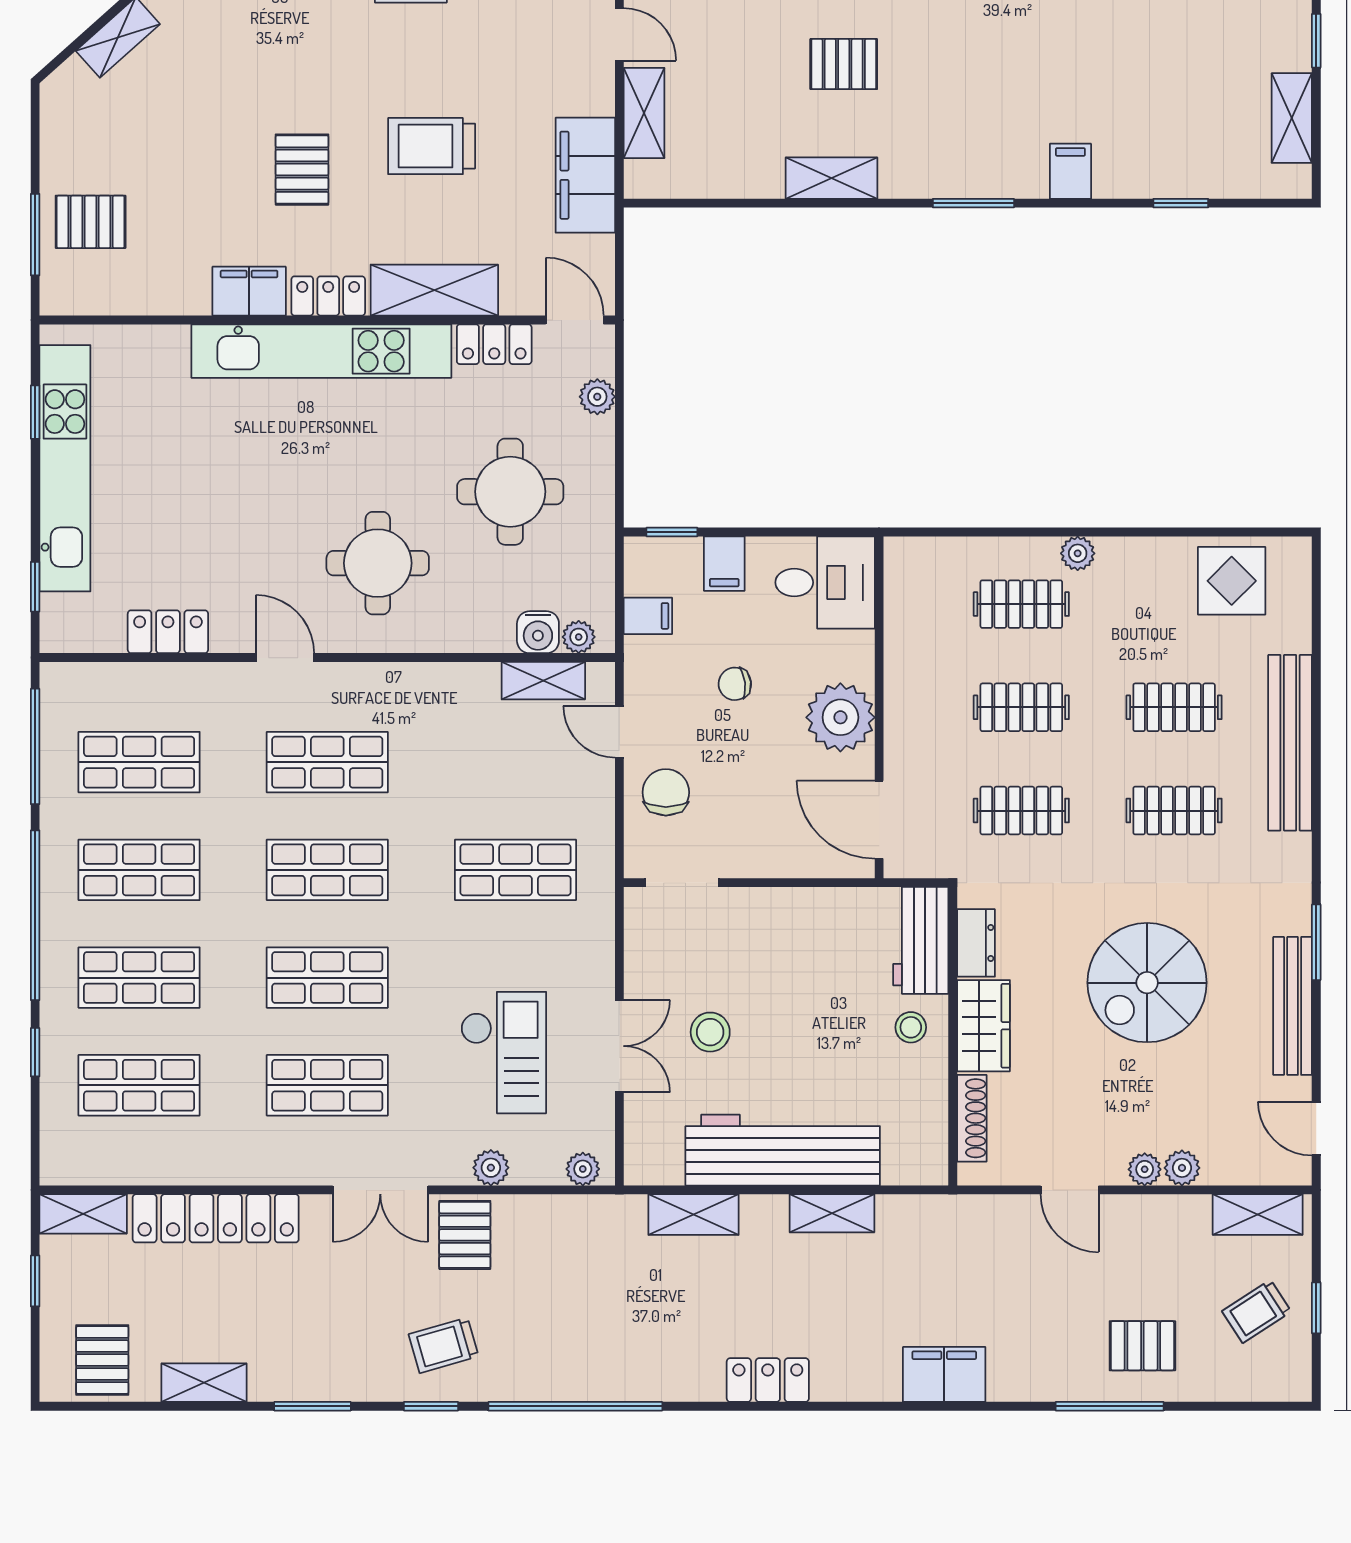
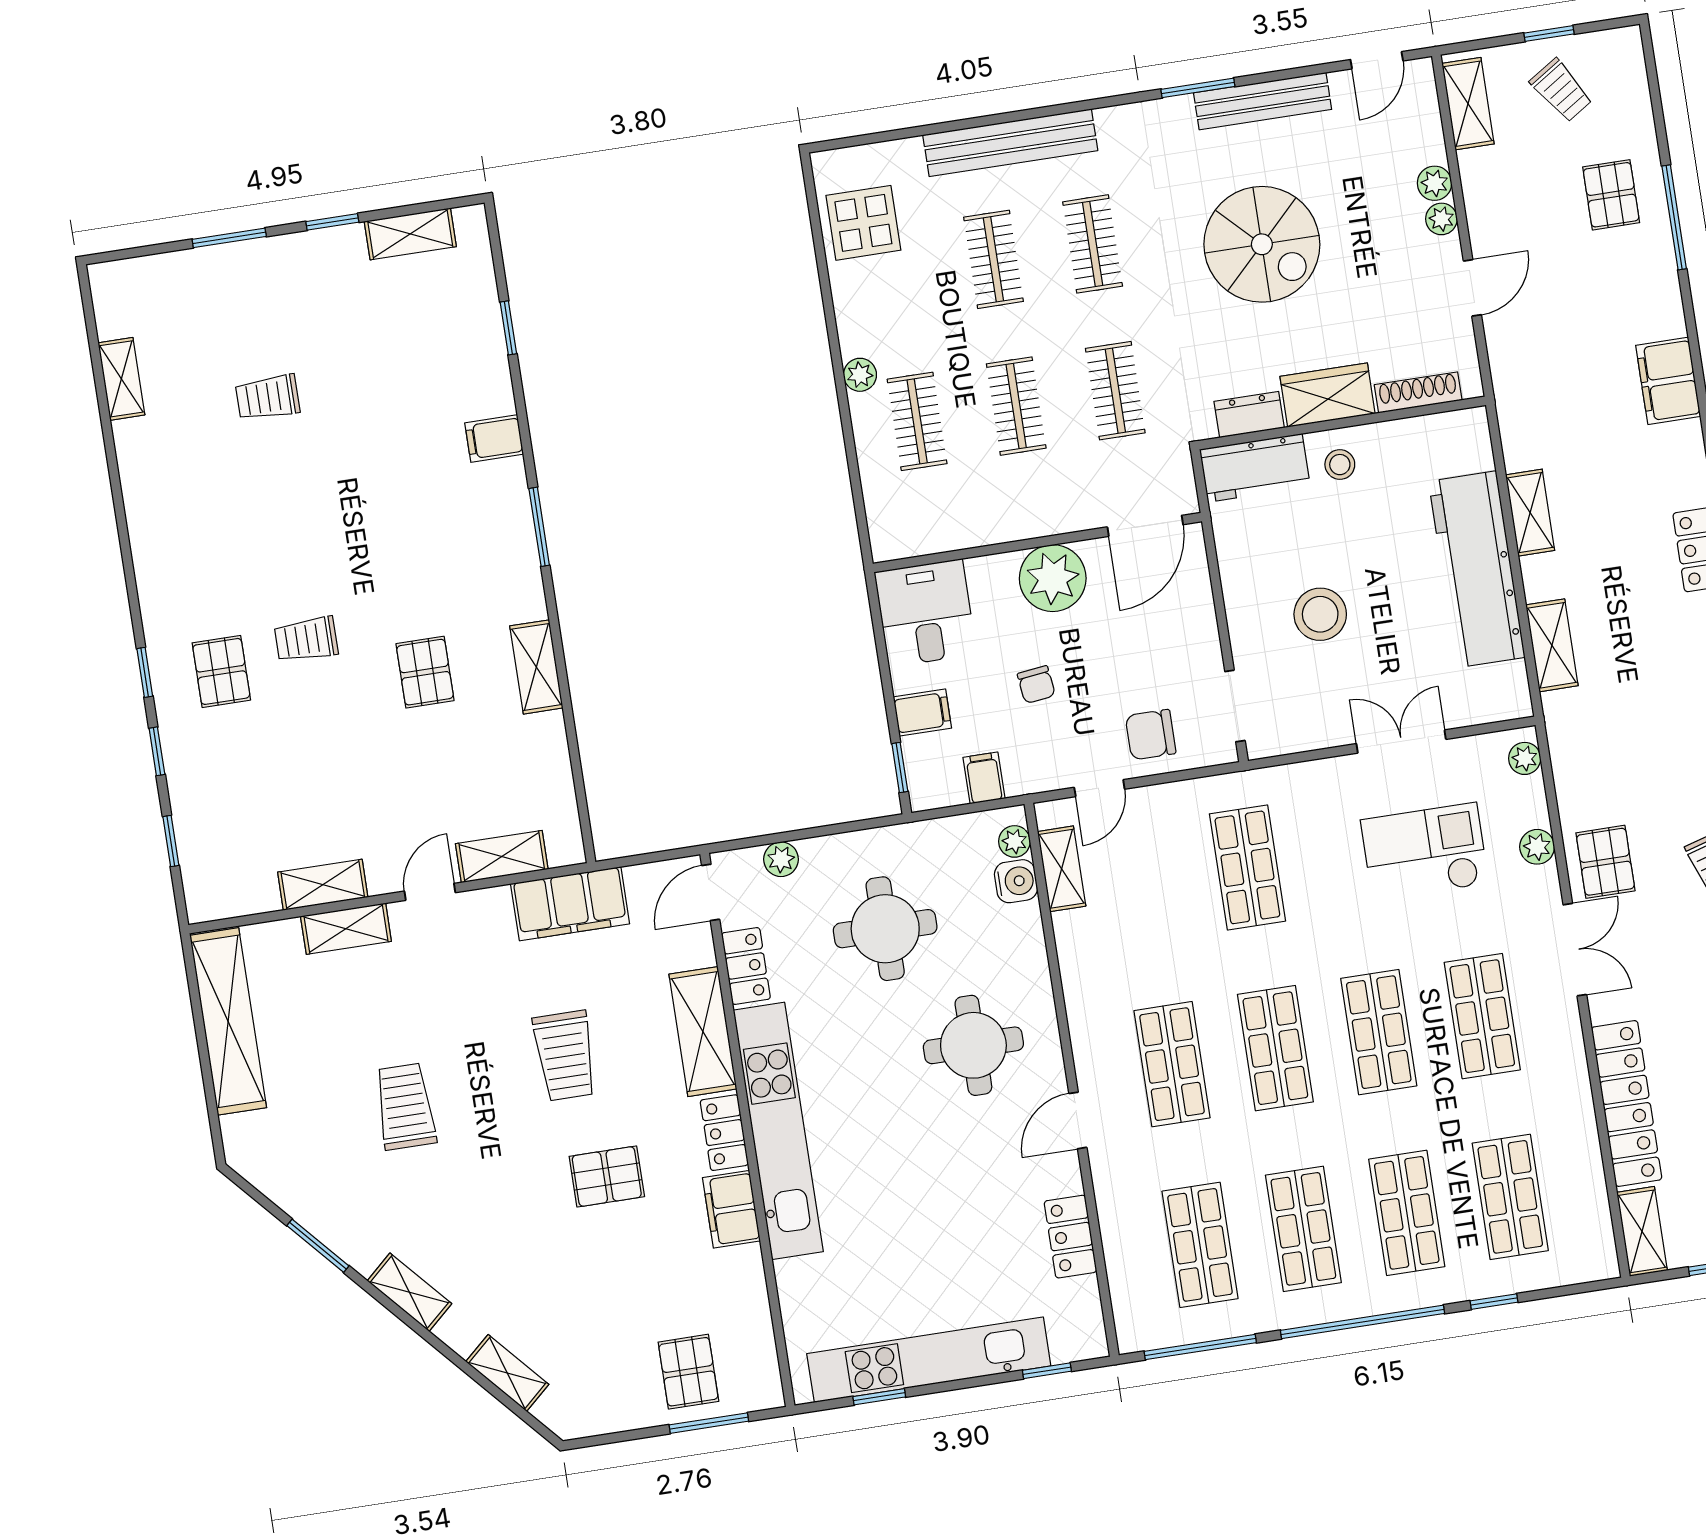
stool: (710, 1032) -> (1320, 614), moved, width x1.38, depth x1.38
pallet: (465, 1235) -> (1605, 862), turned 90

